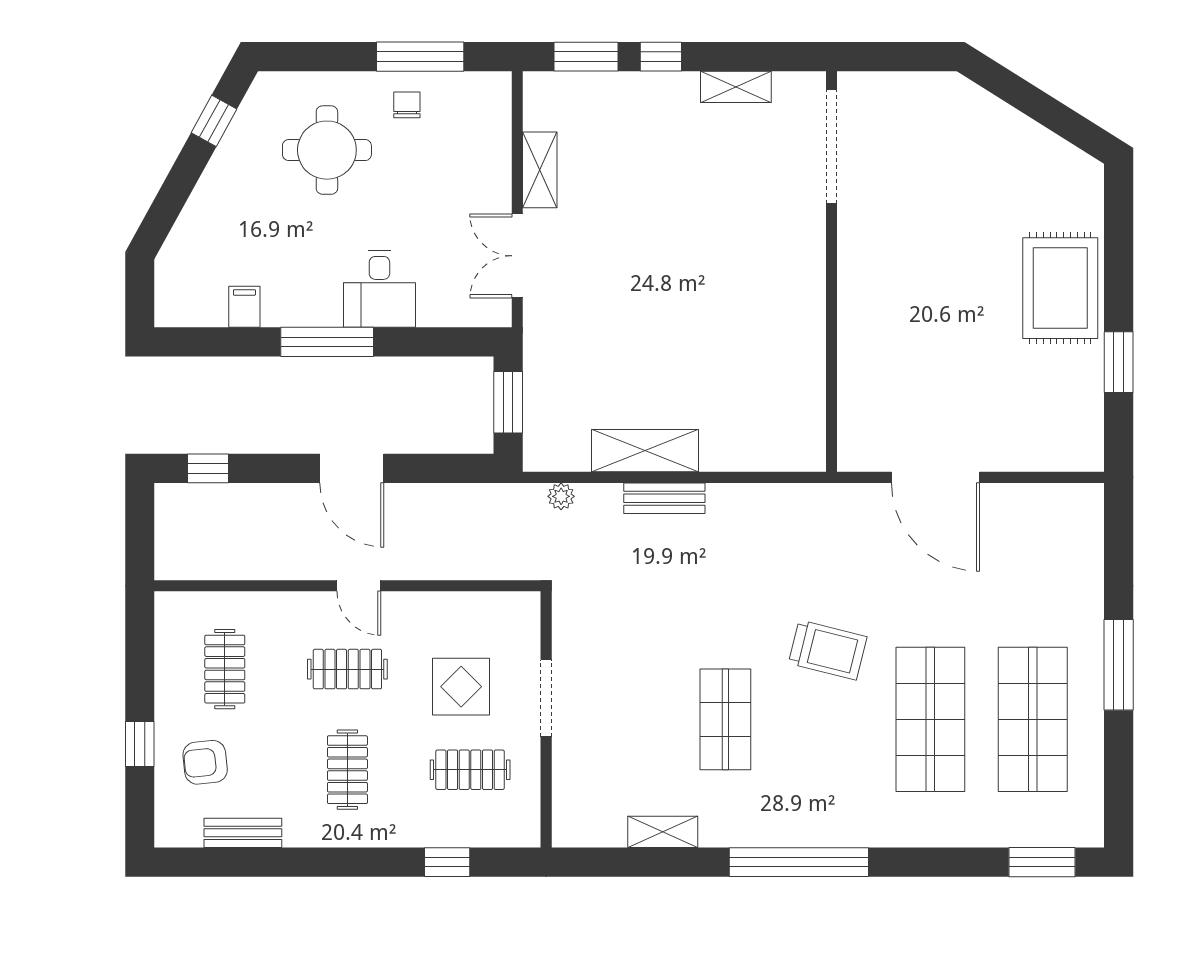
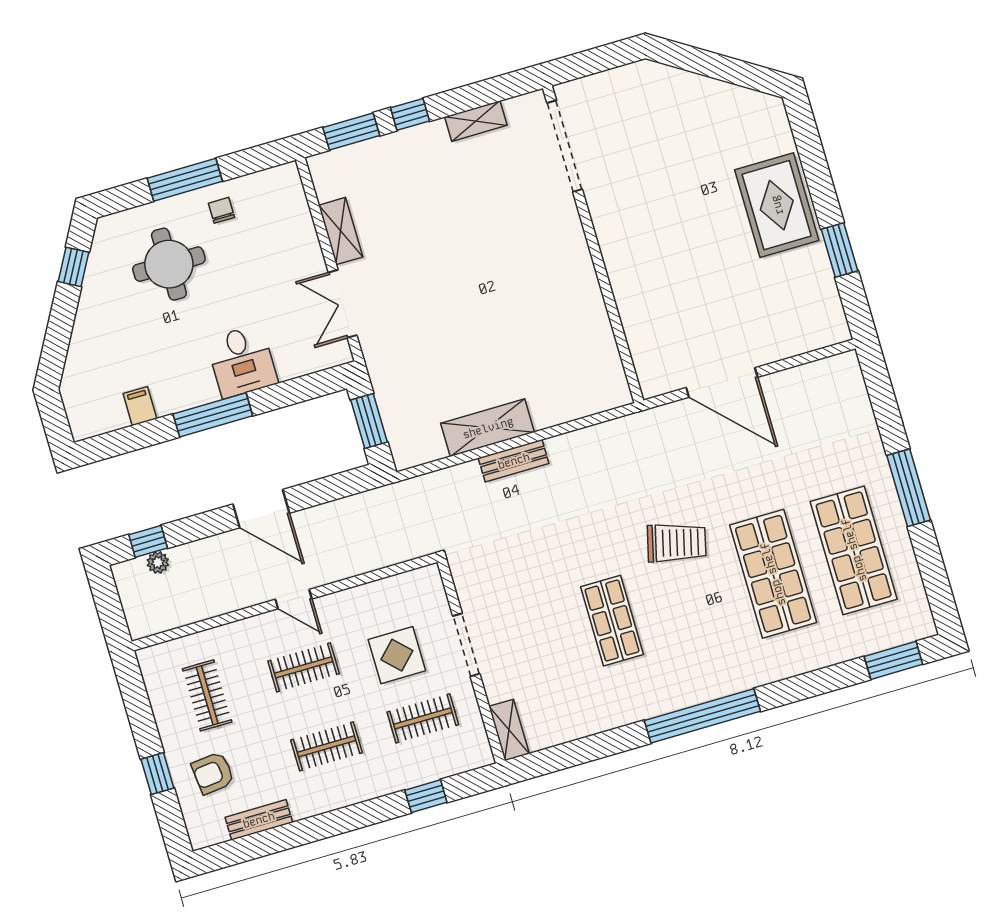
window: (420, 57) -> (185, 180), moved
plant: (561, 496) -> (158, 562), moved
clothes rail: (347, 770) -> (326, 746), turned 90
shelving: (663, 832) -> (509, 730), moved, turned 90

